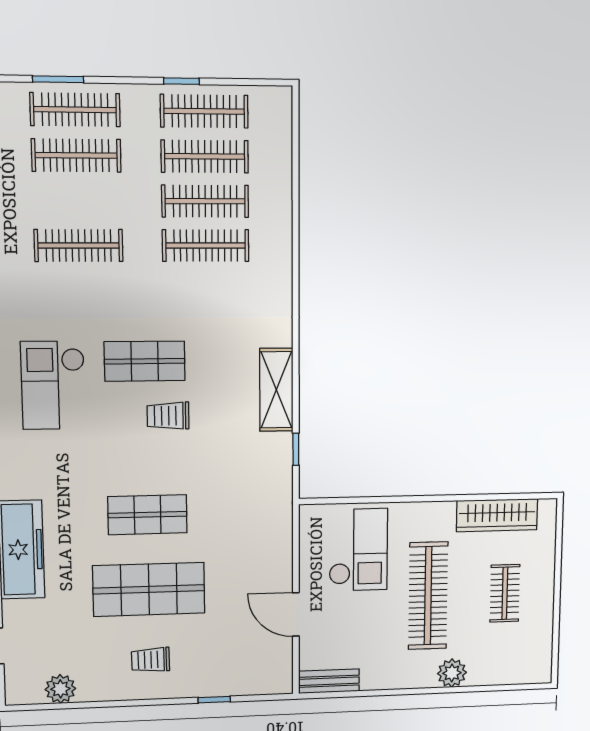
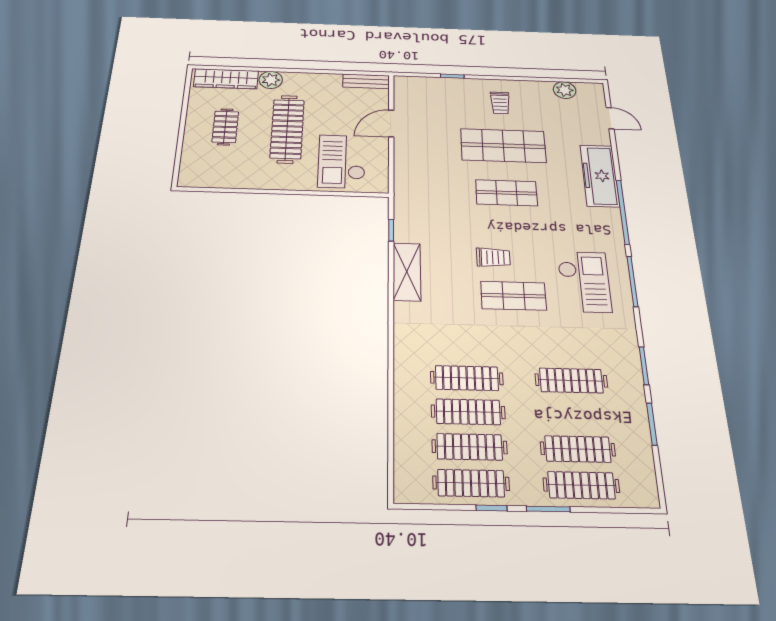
window: (58, 79) -> (548, 509), moved
wardrobe: (497, 515) -> (226, 79), moved, turned 180
door: (296, 614) -> (391, 124), swing flipped
trolley: (151, 660) -> (500, 103), turned 91

